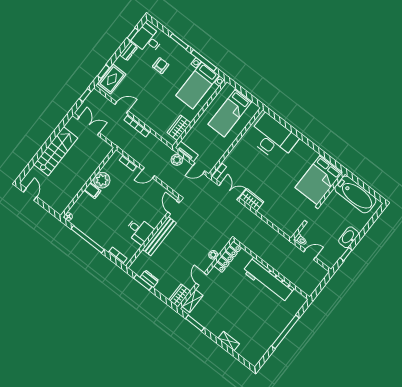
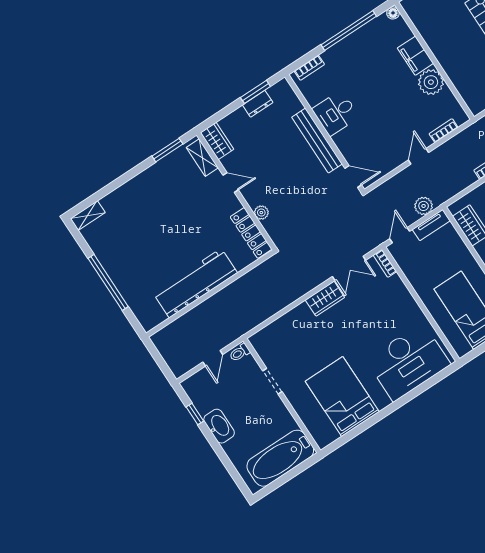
bed: (319, 180) -> (342, 396), moved
filing cabinet: (92, 191) -> (415, 56), width x2.00
shelving: (229, 341) -> (88, 216), moved

